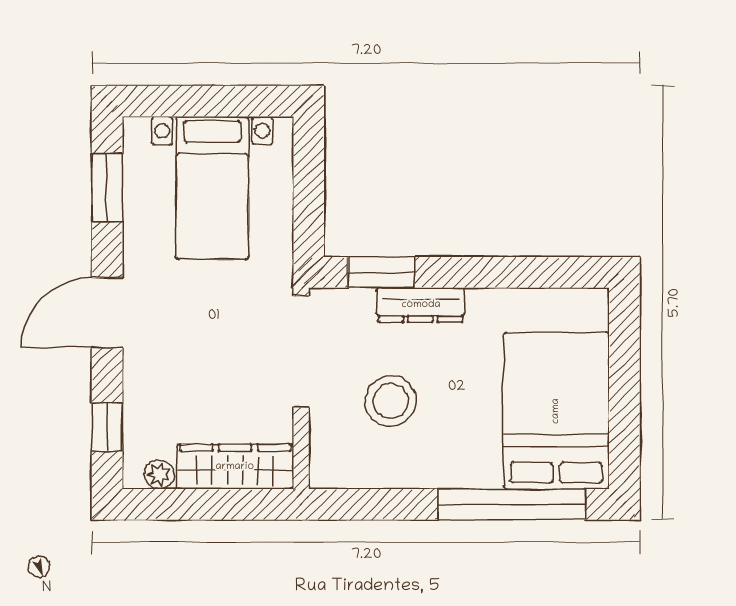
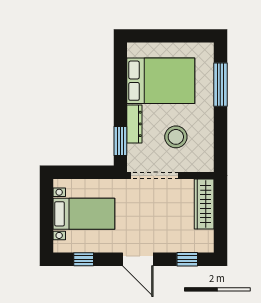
window: (107, 187) -> (84, 259), width x0.67
bed: (556, 411) -> (161, 81), moved, turned 180
plant: (159, 474) -> (208, 237), removed
window: (512, 504) -> (220, 85), width x0.68

